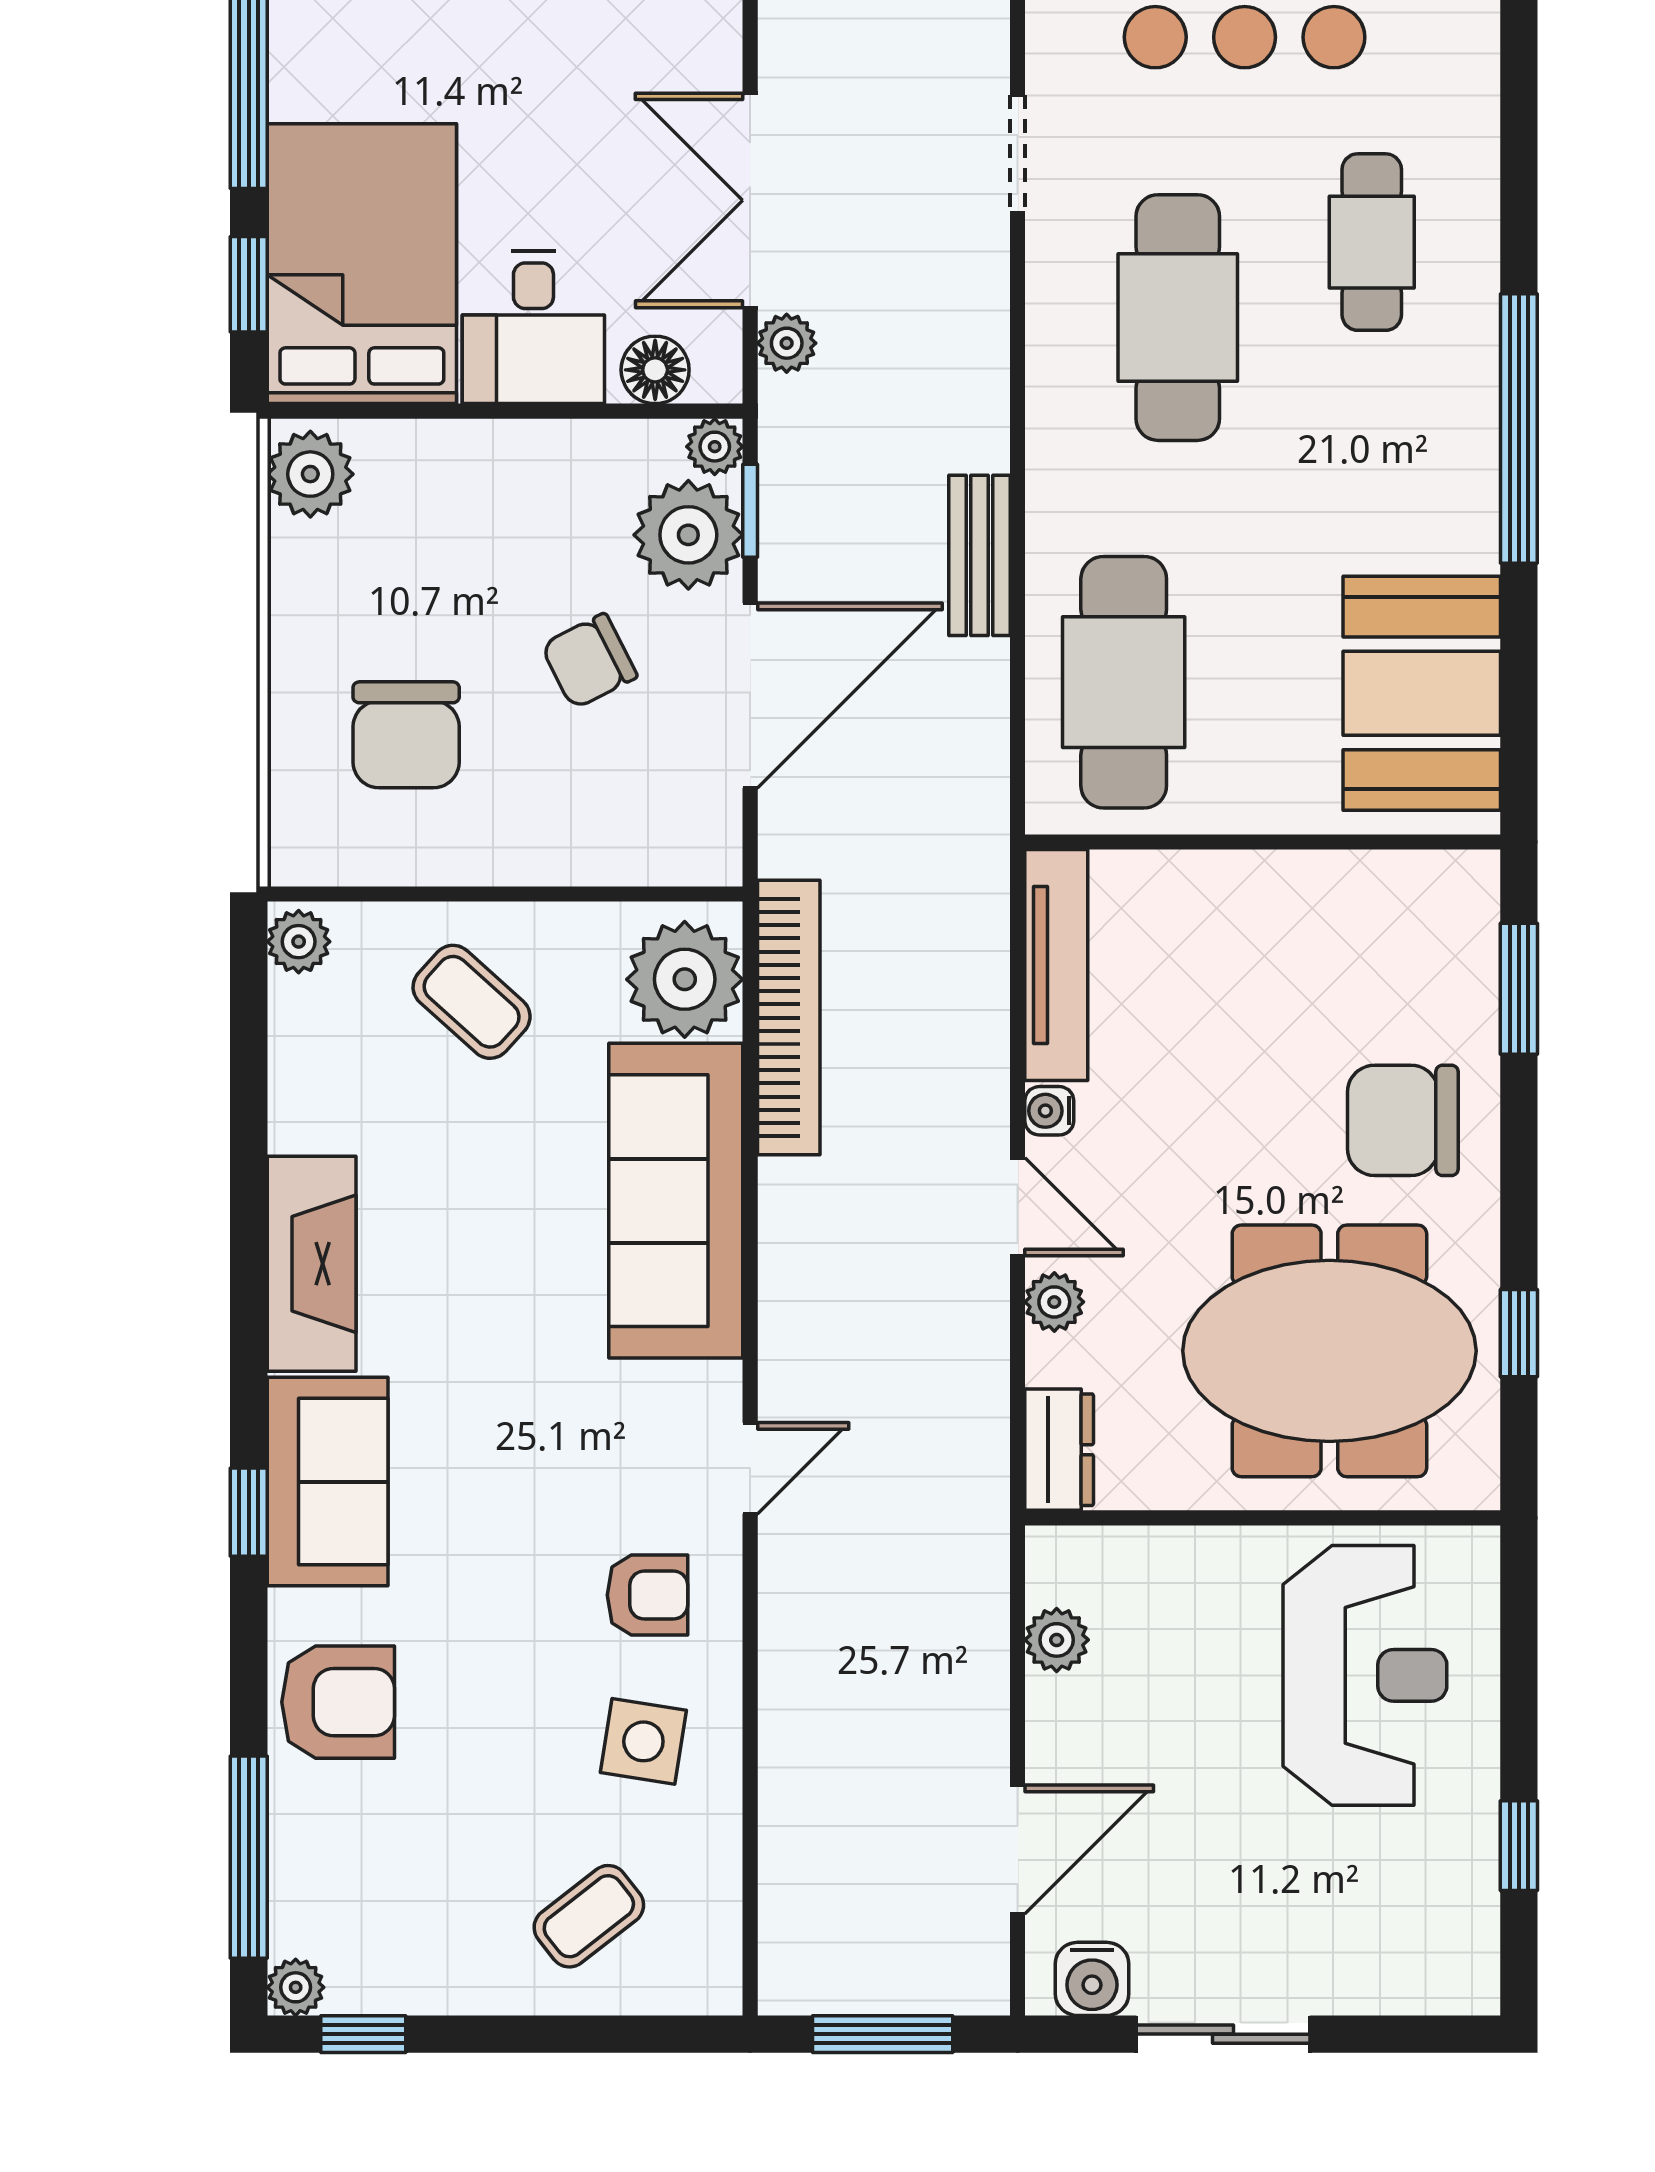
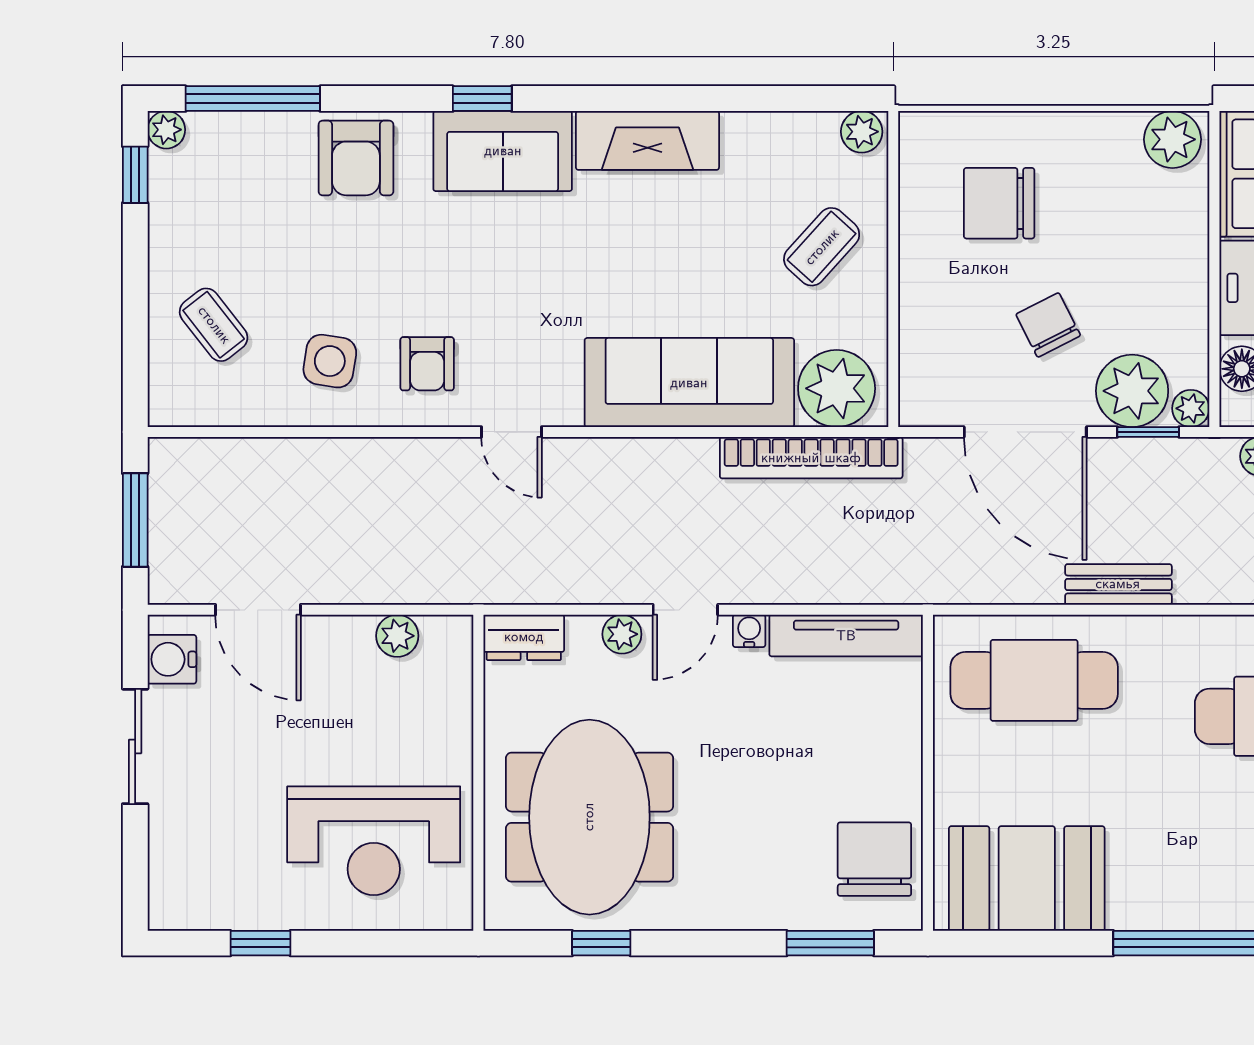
chair: (1403, 1120) -> (874, 859), moved

